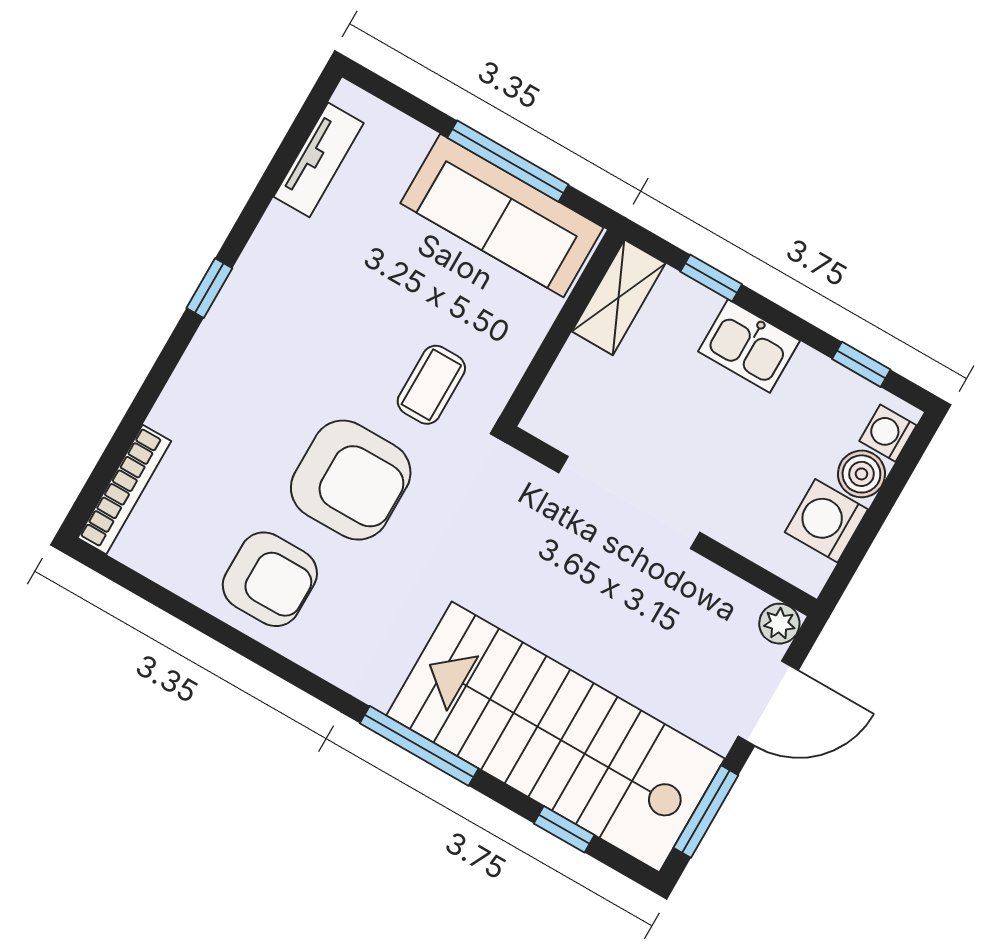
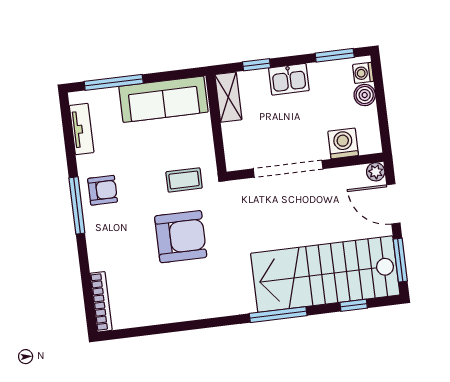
window: (508, 161) -> (114, 82), moved
window: (209, 288) -> (77, 205), width x2.17
window: (861, 364) -> (335, 55), width x1.50
coffee table: (431, 385) -> (184, 180), turned 90
washing machine: (826, 521) -> (343, 143), moved, turned 90
armchair: (270, 579) -> (103, 190), moved, width x0.72, depth x0.72
door: (768, 703) -> (393, 204), swing flipped

